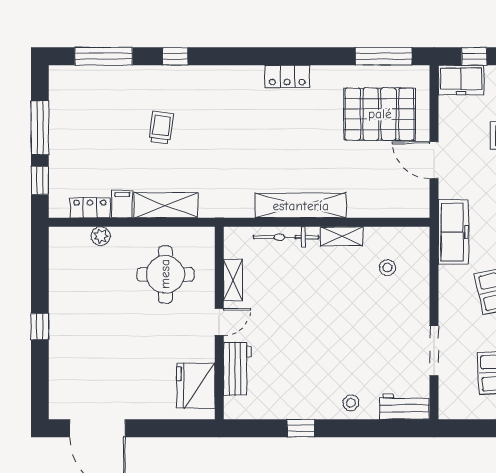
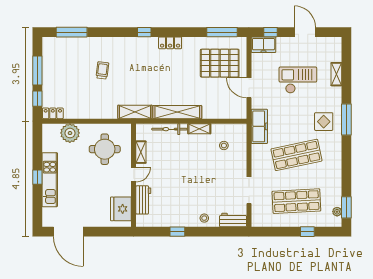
window: (175, 56) -> (144, 32), moved
filing cabinet: (122, 204) -> (81, 111), removed
shelving: (166, 205) -> (135, 112), moved
locker: (90, 208) -> (53, 113), moved
plant: (101, 236) -> (70, 133), width x1.87, depth x1.87
kitchen unit: (63, 331) -> (50, 180), added

